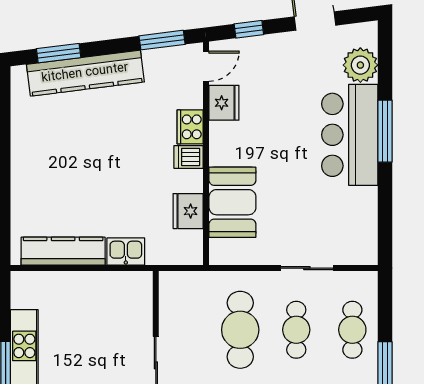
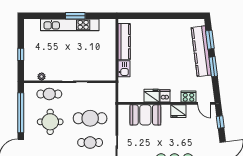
window: (162, 40) -> (213, 67), moved
fridge: (224, 103) -> (178, 111), moved
cooker: (190, 127) -> (188, 97), moved
fridge: (188, 211) -> (152, 96), moved

